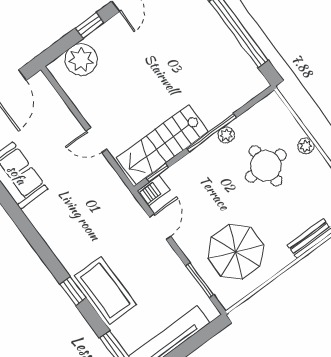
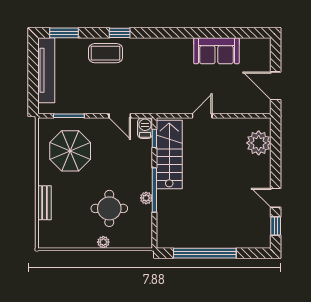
window: (90, 25) -> (276, 164), removed
coffee table: (105, 290) -> (106, 53), width x0.73, depth x0.76

